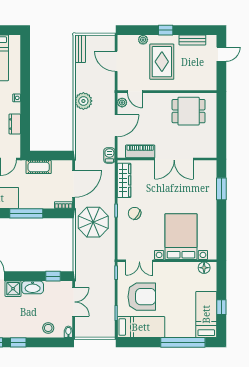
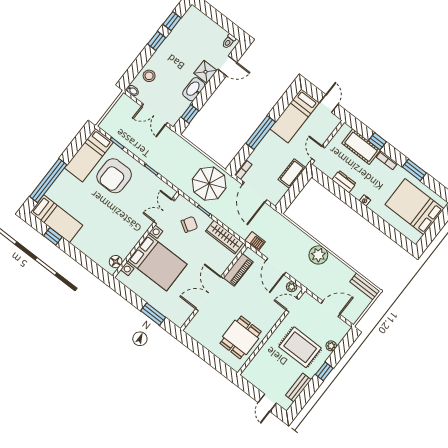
bed with nightstands: (181, 237) -> (157, 263), moved
double door: (139, 261) -> (164, 211), moved
wall: (167, 261) -> (146, 235), moved
floor lamp: (204, 268) -> (116, 262), moved

